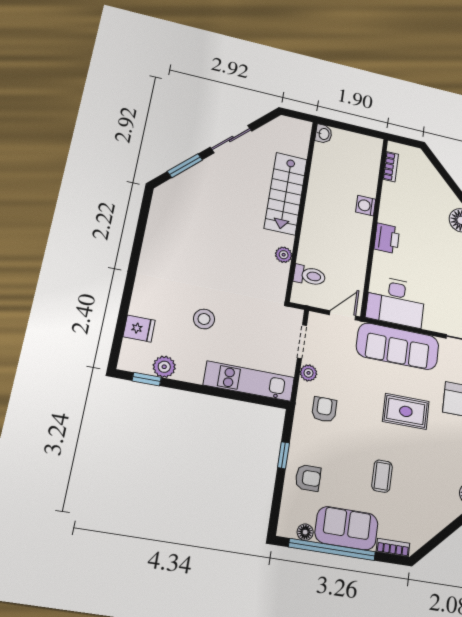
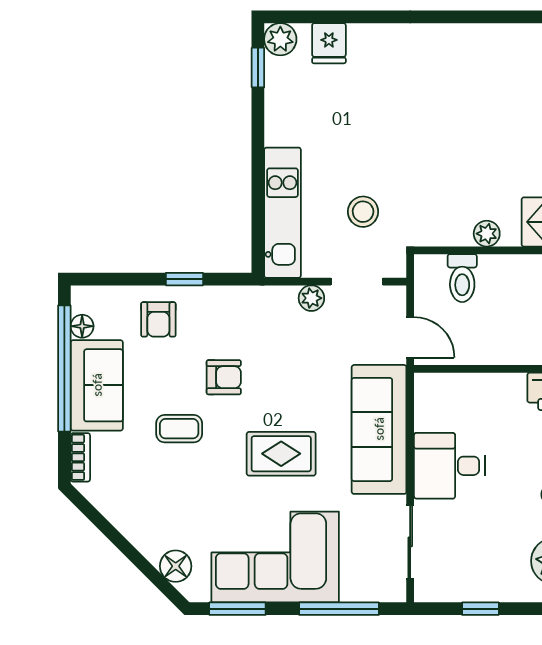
desk: (396, 302) -> (449, 466), moved, width x0.73
stool: (204, 319) -> (363, 212), moved
plant: (164, 367) -> (280, 39), moved
armchair: (324, 409) -> (224, 377), moved
rug: (406, 411) -> (281, 454), turned 90

